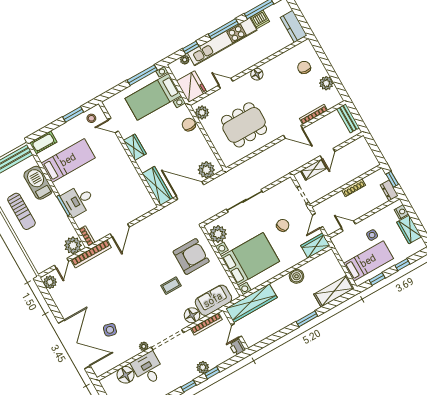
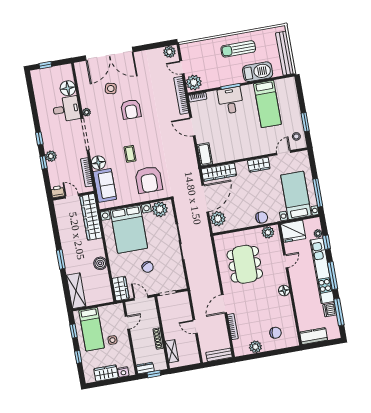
cot: (43, 142) -> (205, 154), moved
shelving: (314, 170) -> (172, 351), moved
armchair: (124, 301) -> (131, 109), added

